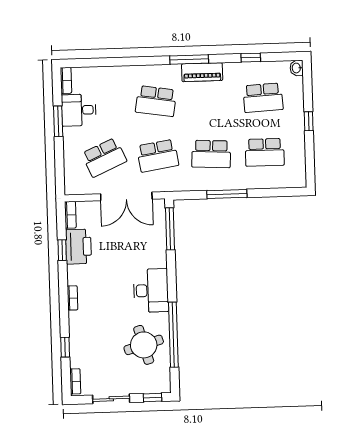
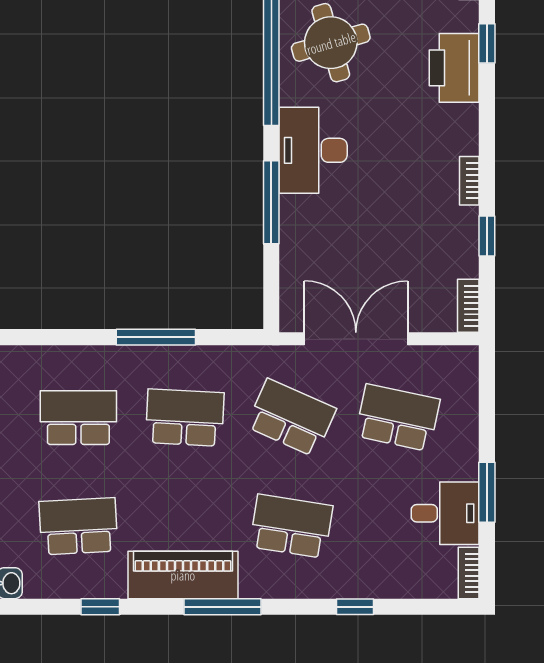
window: (123, 62) -> (355, 607), added
piano: (202, 72) -> (183, 575), width x1.37, depth x1.33
school desk: (158, 156) -> (291, 418), turned 33
school desk: (104, 157) -> (398, 418), turned 36
window: (170, 229) -> (271, 202), moved
printer: (78, 247) -> (454, 68), moved
bookcase: (72, 298) -> (469, 181), moved

